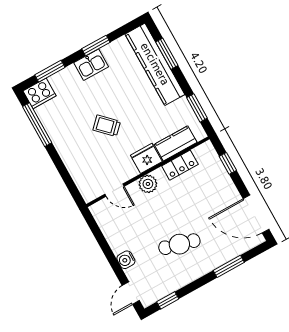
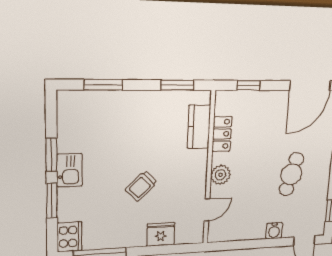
kitchen counter: (155, 64) -> (107, 104), removed
window: (50, 71) -> (52, 201), moved
fridge: (146, 158) -> (161, 234), moved, turned 90

